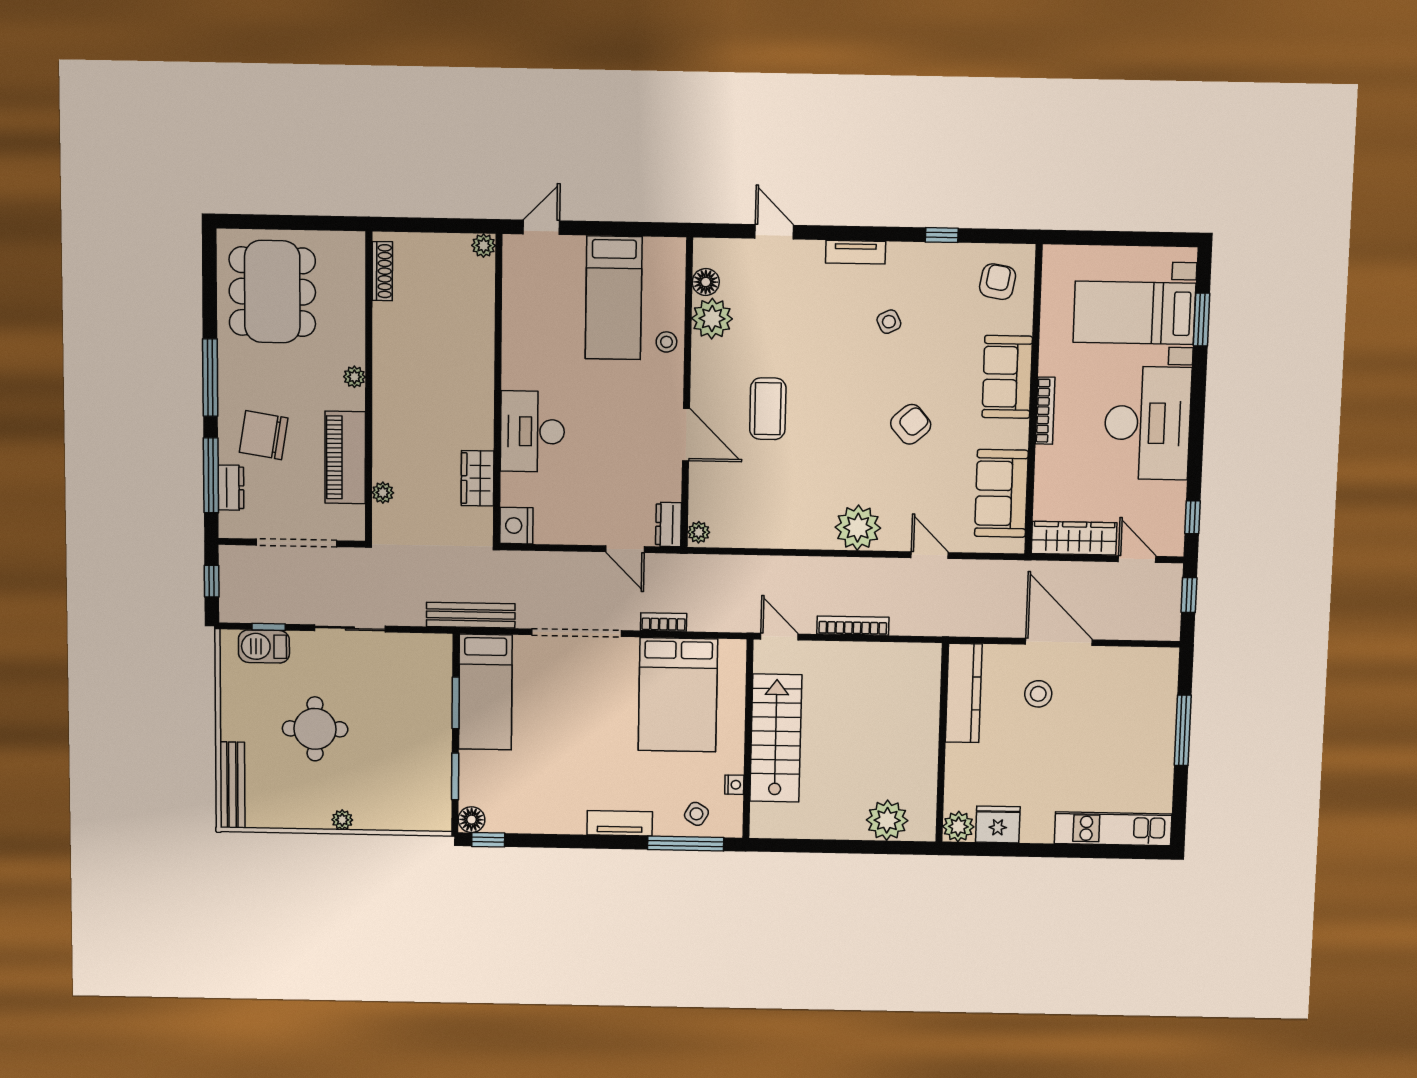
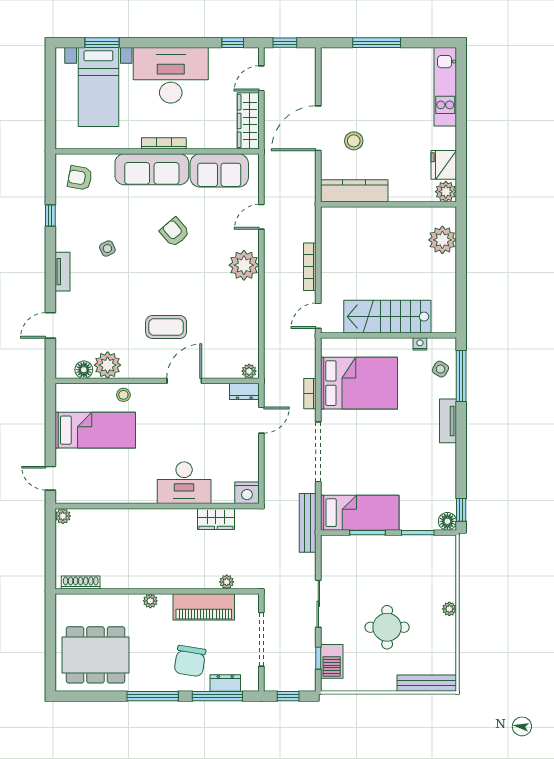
sofa: (1007, 377) -> (152, 169), width x1.36

